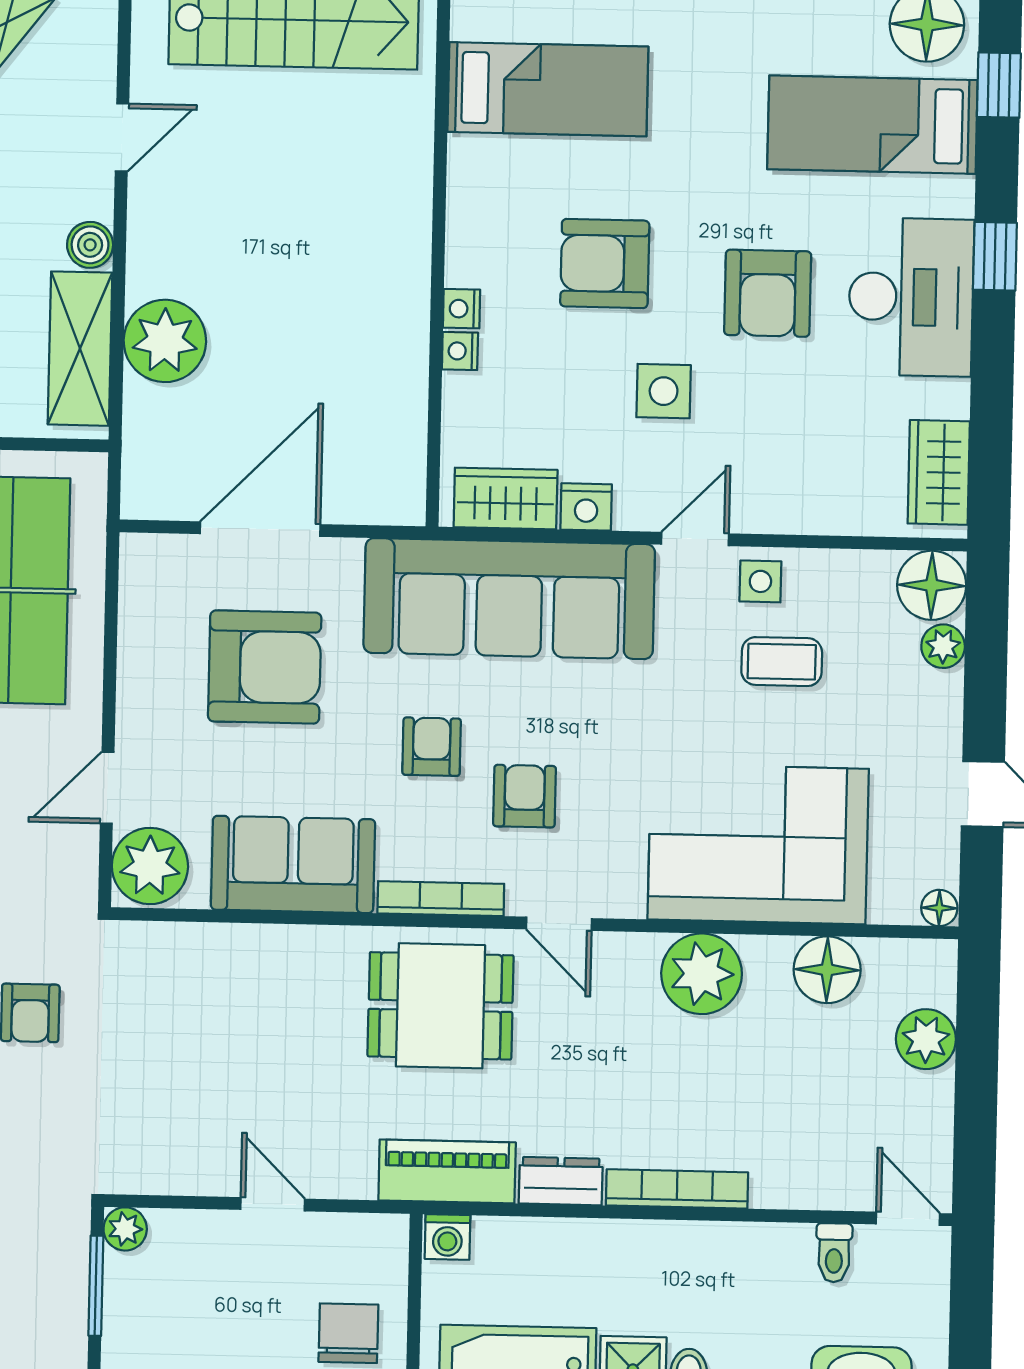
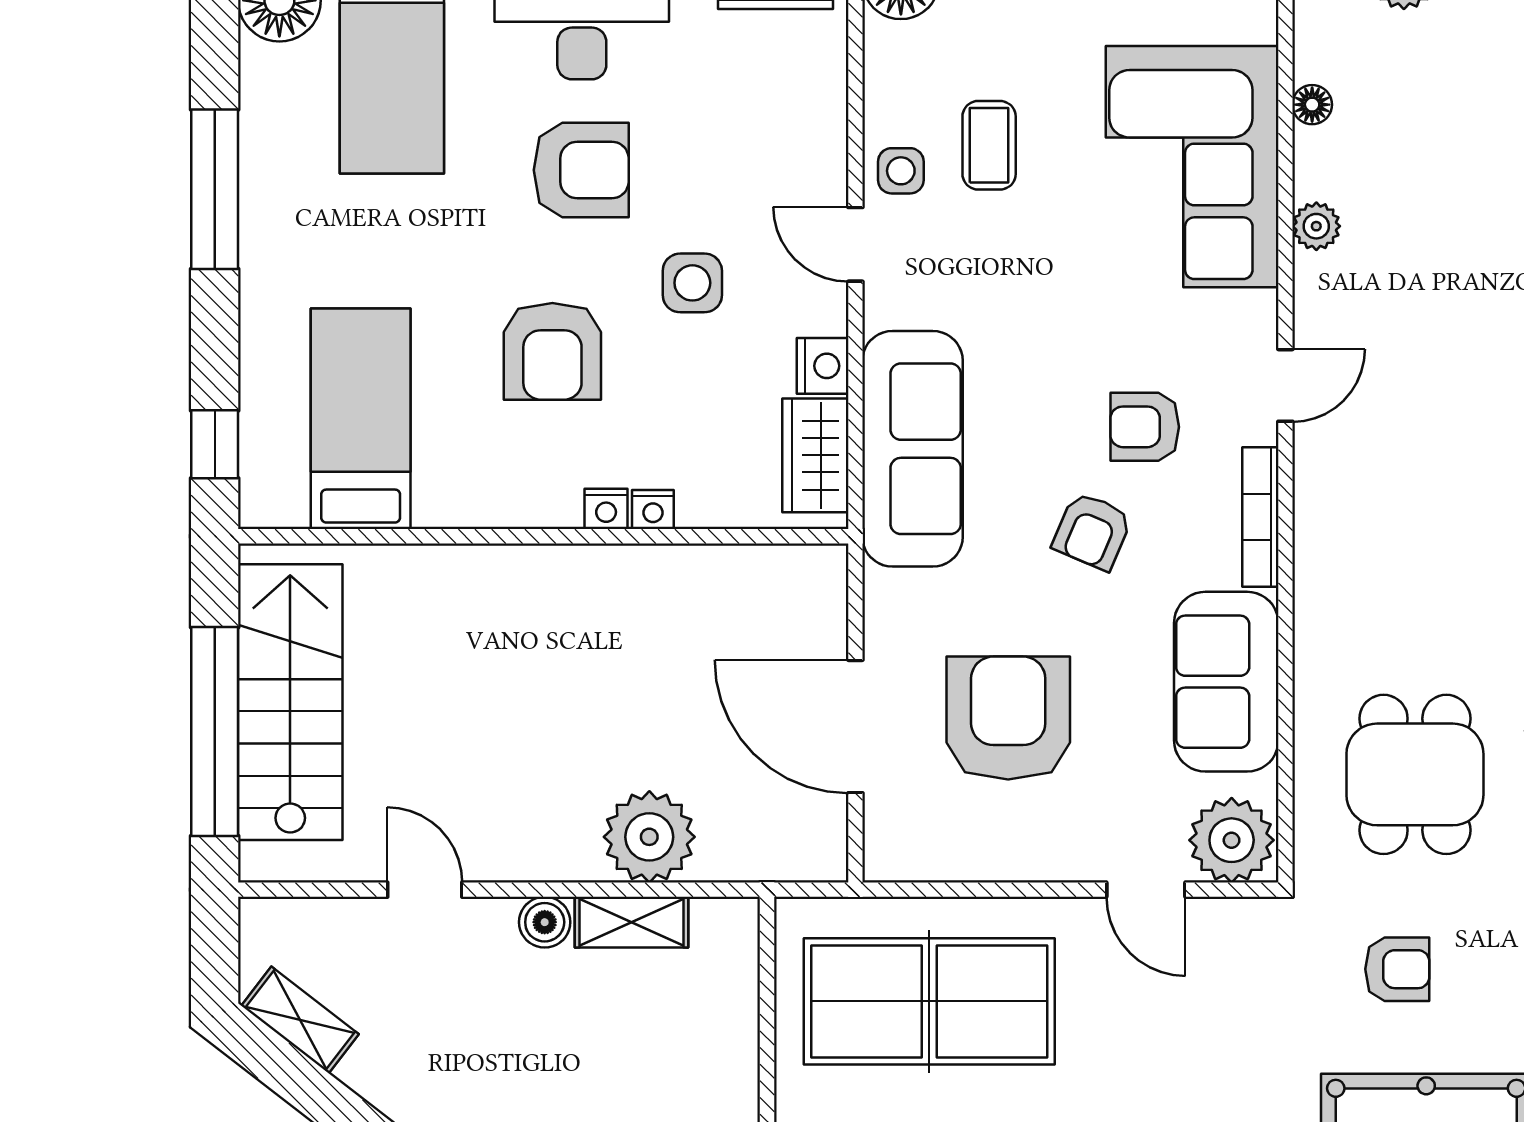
shelving: (80, 349) -> (632, 922), width x0.67, depth x0.75
sofa: (509, 599) -> (913, 449), width x0.74, depth x0.79
armchair: (432, 747) -> (1092, 531), turned -67
floor lamp: (827, 970) -> (1312, 105), width x0.53, depth x0.53
plant: (702, 974) -> (1316, 226), width x0.53, depth x0.53
dining table: (441, 1006) -> (1415, 774), moved

